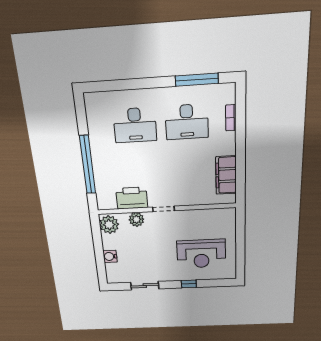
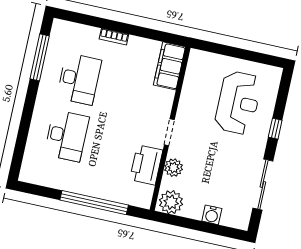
bookcase: (231, 118) -> (114, 37), moved
filing cabinet: (226, 175) -> (169, 66), moved, turned 90
sliding door: (145, 286) -> (263, 184), width x1.37

